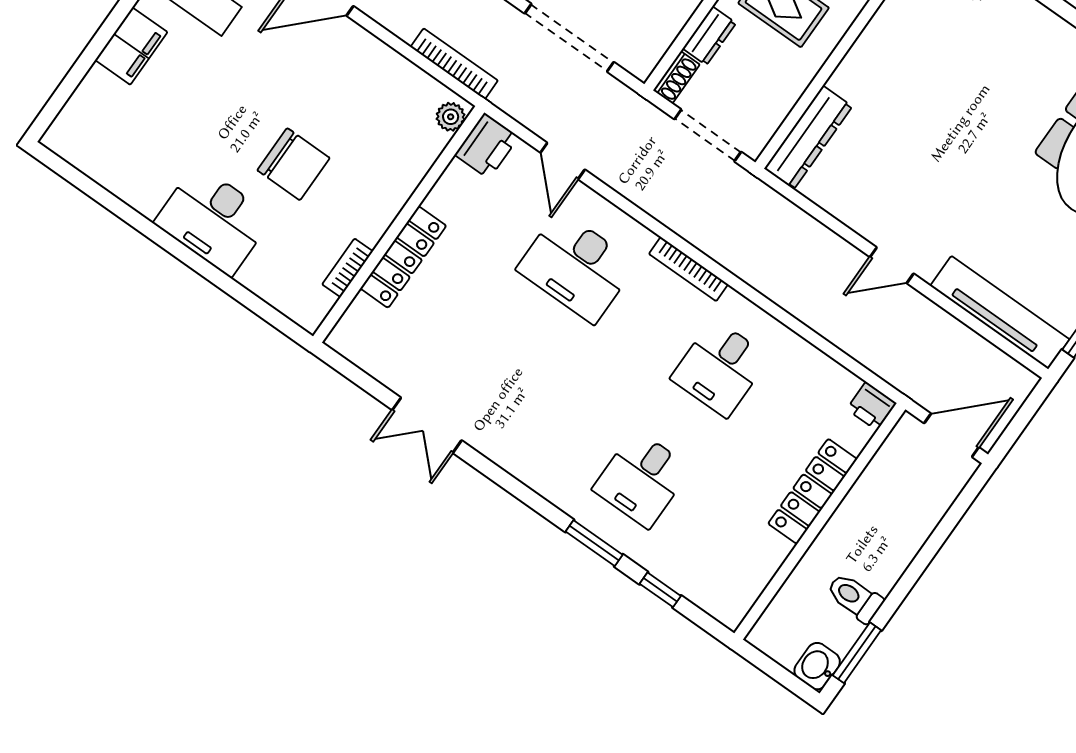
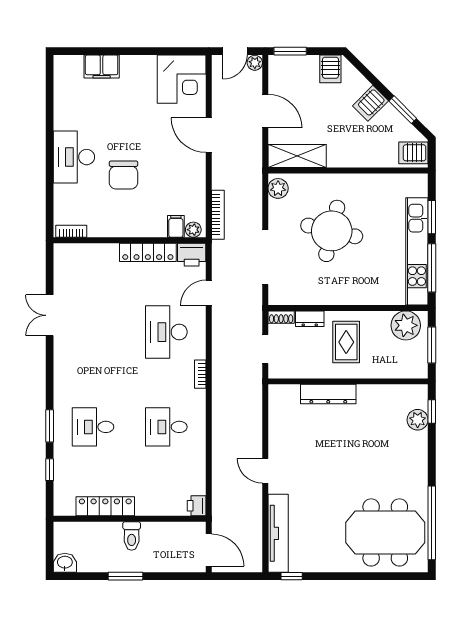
filing cabinet: (131, 46) -> (102, 67), moved
doorway: (708, 135) -> (265, 349), width x0.73
dresser: (808, 137) -> (328, 394), moved
filing cabinet: (427, 140) -> (176, 226), added
locker: (403, 257) -> (148, 252), moved
bookcase: (348, 268) -> (71, 231), moved
bookcase: (689, 269) -> (200, 374), width x0.64
locker: (813, 491) -> (105, 506), moved
toilet: (855, 598) -> (132, 536), moved, turned 180
window: (857, 653) -> (125, 576), moved

